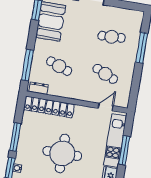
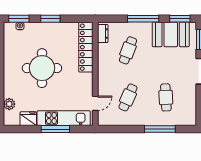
window: (27, 65) -> (143, 19), moved
door: (106, 107) -> (95, 103), hinge flipped
window: (15, 137) -> (50, 19), width x0.69

